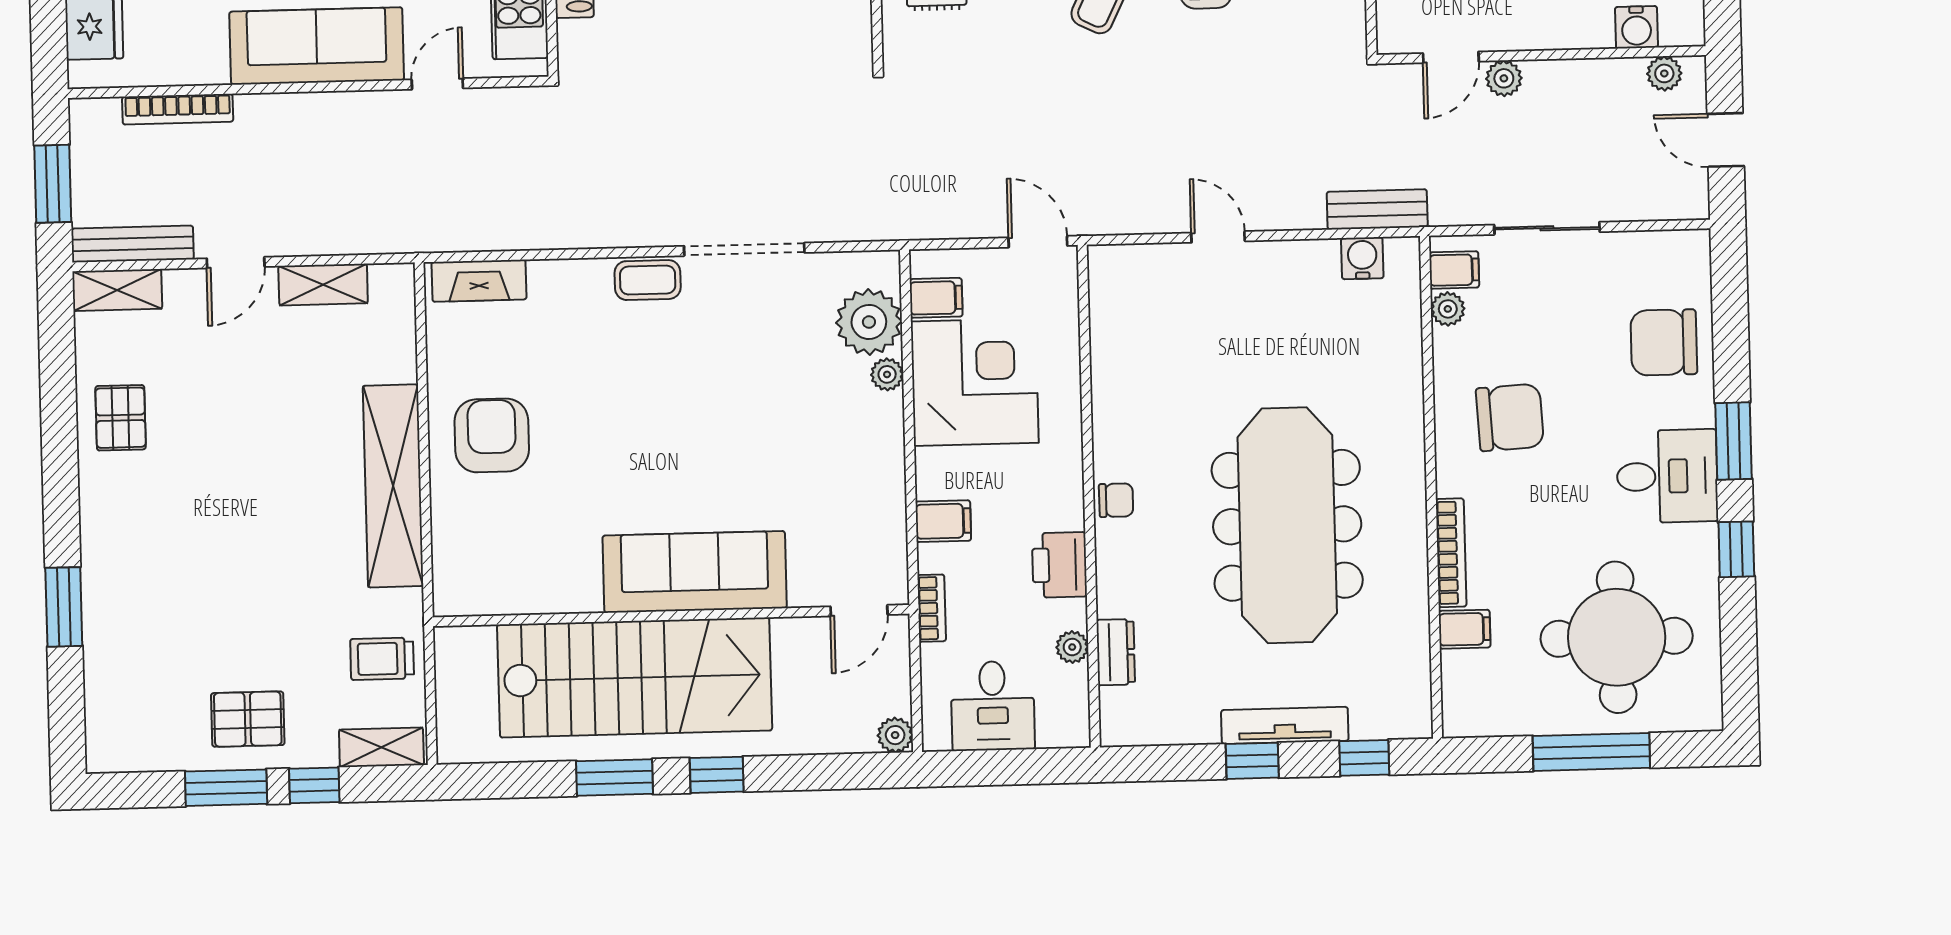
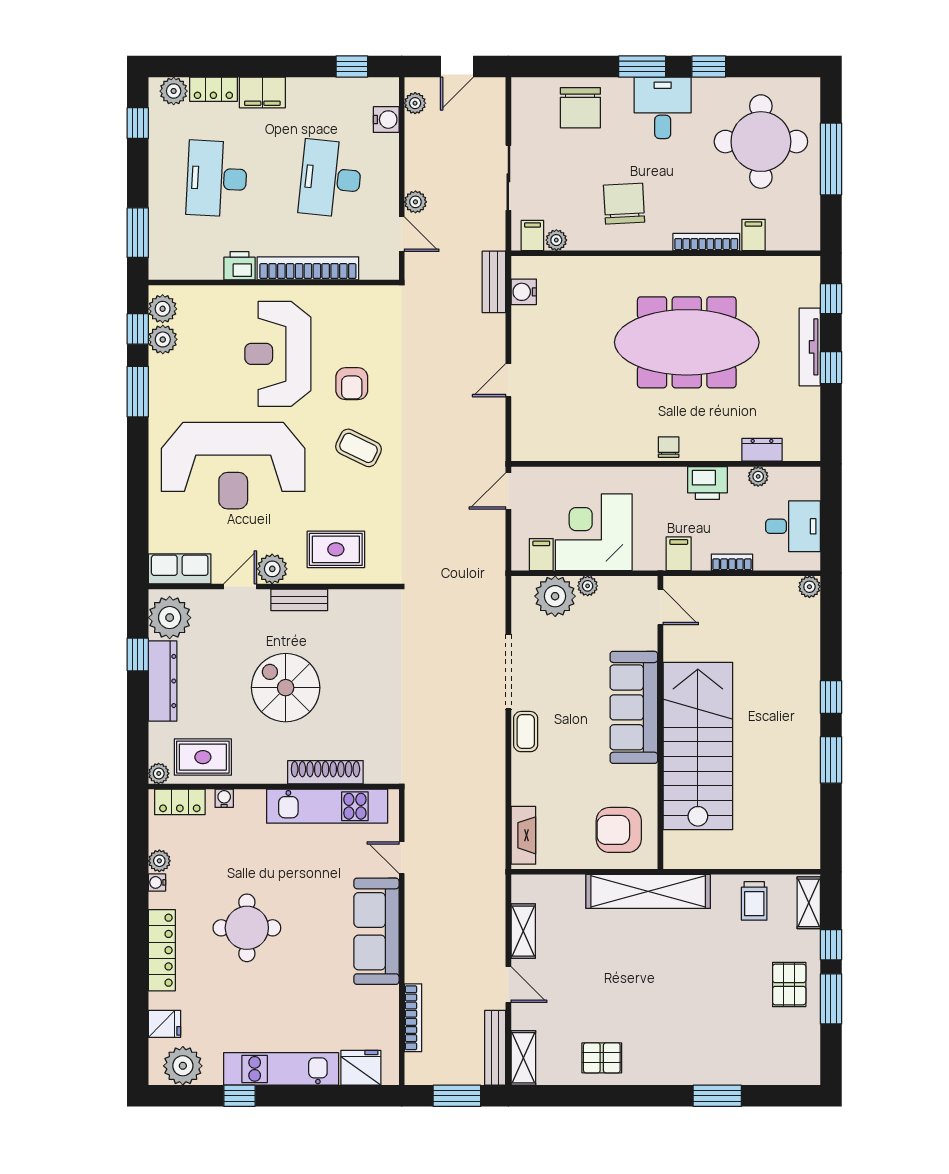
sofa: (695, 572) -> (634, 707), moved
door: (859, 611) -> (660, 607), moved
wall: (671, 616) -> (660, 722), moved
stairs: (635, 678) -> (698, 746), moved

